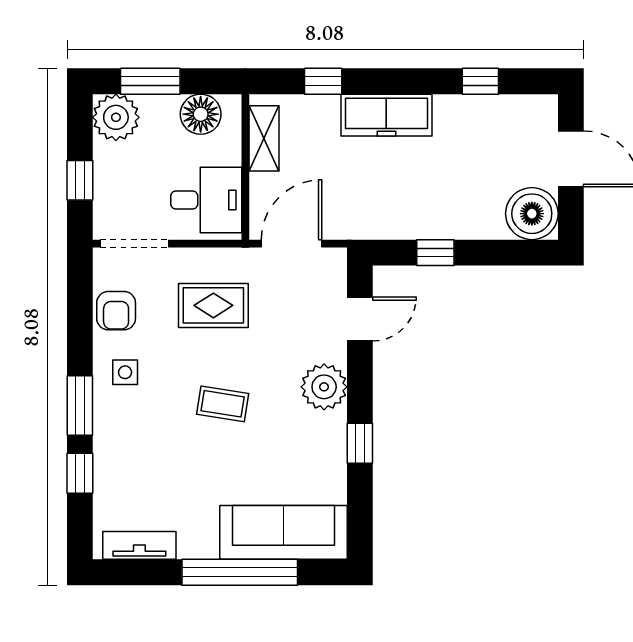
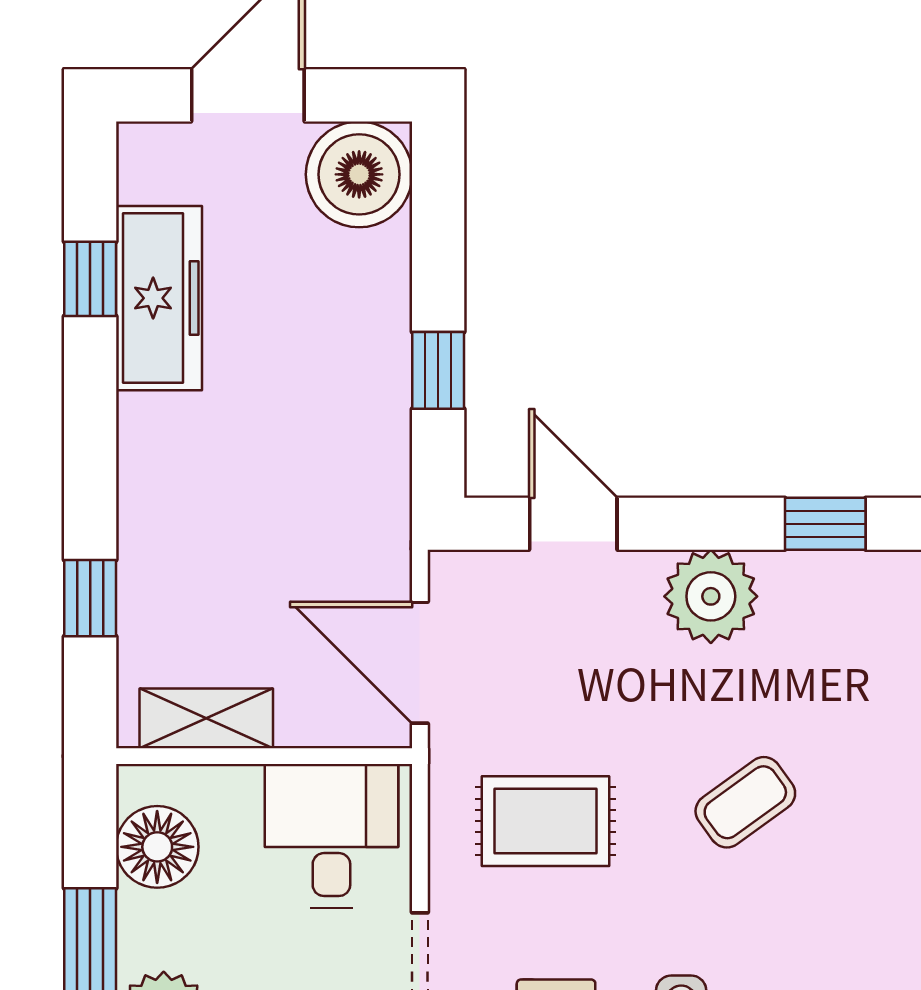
freezer: (386, 115) -> (159, 298), moved
rug: (213, 305) -> (546, 821), turned 90
coffee table: (223, 404) -> (745, 802), turned 45

